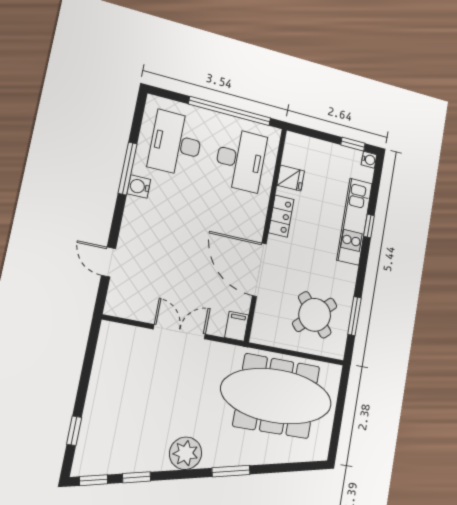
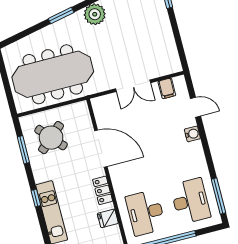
window: (128, 169) -> (218, 196), moved
water cooler: (139, 187) -> (192, 134), moved
window: (369, 226) -> (36, 198), moved
filing cabinet: (237, 326) -> (167, 88), moved

